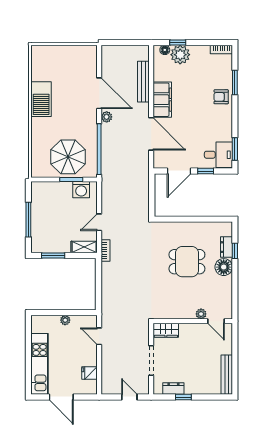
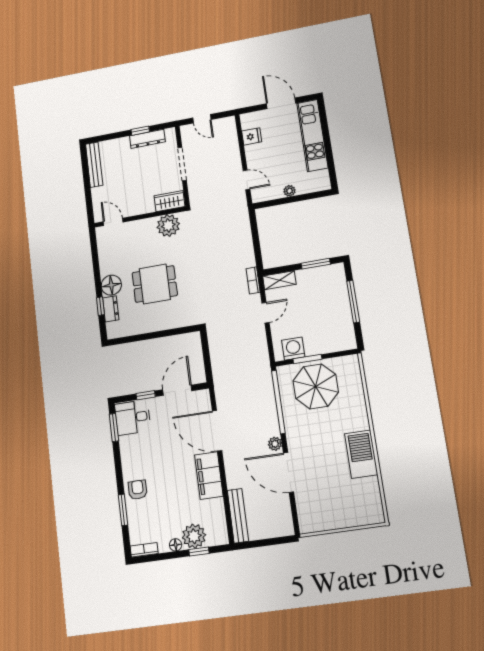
floor lamp: (165, 50) -> (176, 545), moved
bench: (143, 82) -> (238, 516), moved
armchair: (221, 97) -> (138, 490), turned -90
plant: (201, 314) -> (168, 225), moved, width x1.87, depth x1.87
dresser: (173, 389) -> (147, 139), width x1.44

